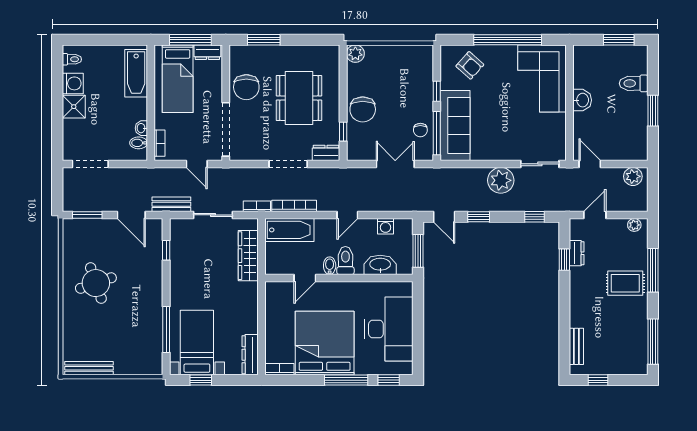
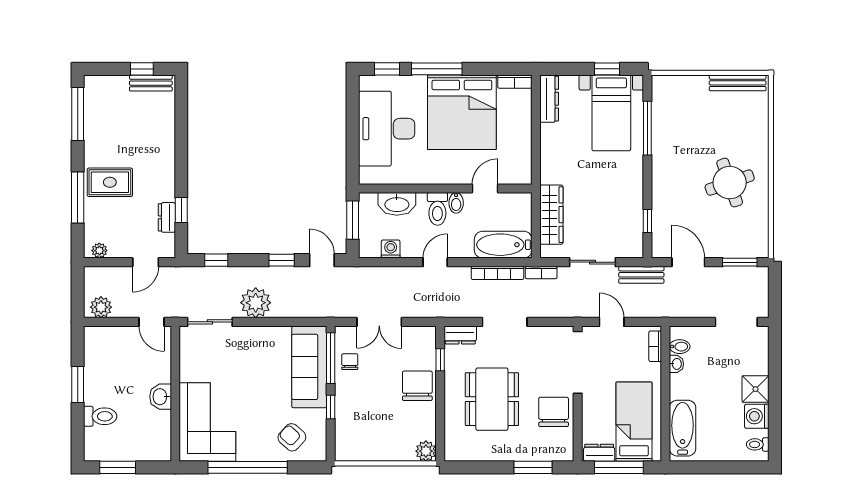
bench: (576, 346) -> (151, 83), moved, turned 90

